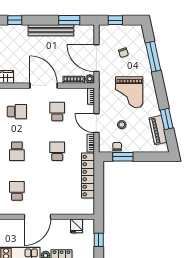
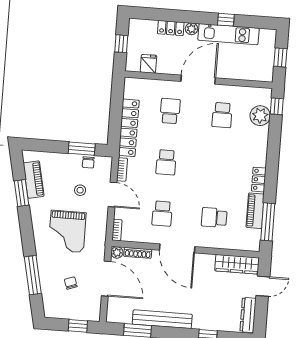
grand piano: (129, 92) -> (67, 231), turned 180
school desk: (17, 151) -> (170, 111), moved

